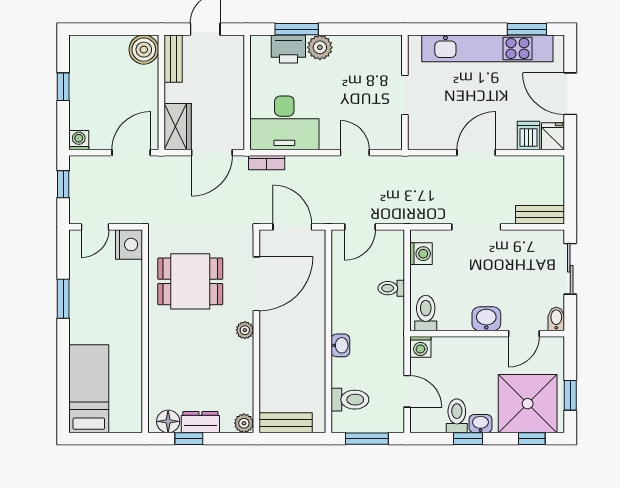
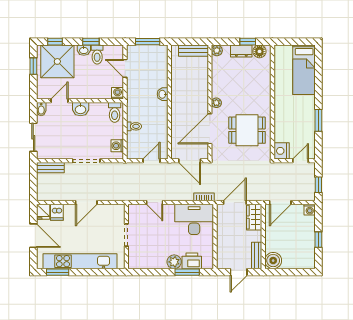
toilet: (350, 400) -> (157, 64), removed

